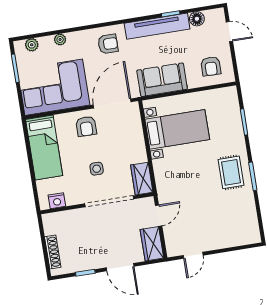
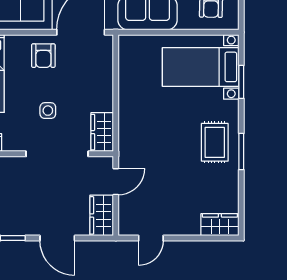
bed with nightstands: (177, 129) -> (201, 67), moved, turned 180
wardrobe: (245, 236) -> (220, 225), added

